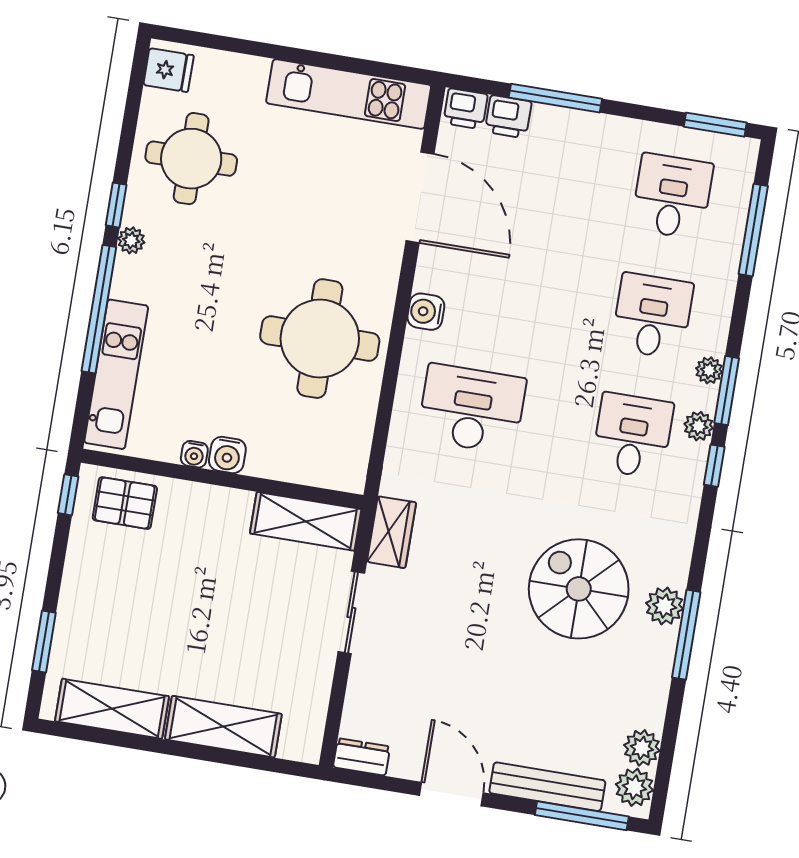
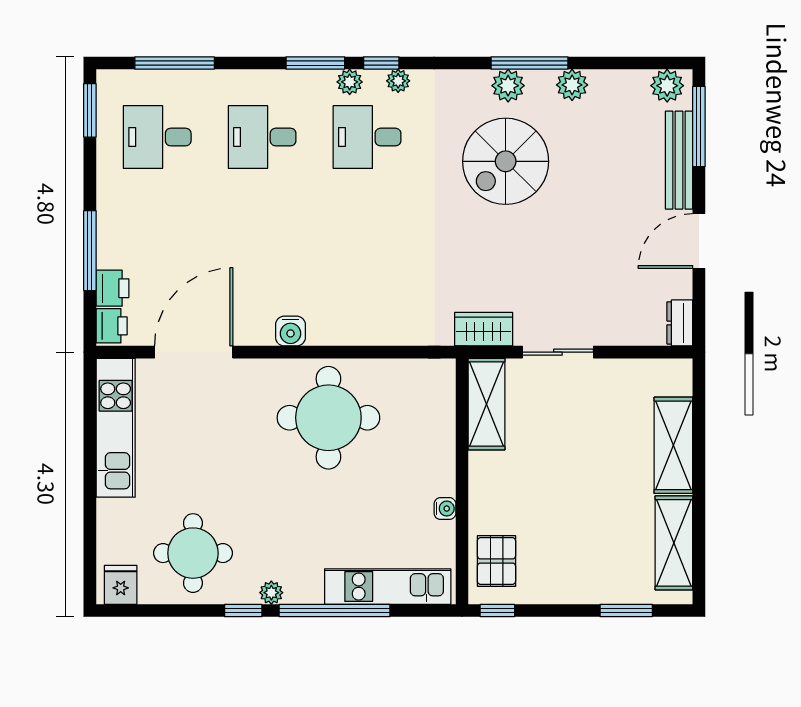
plant: (709, 370) -> (398, 81), moved
desk: (472, 409) -> (367, 278), removed
water cooler: (227, 455) -> (441, 480), removed
plant: (642, 748) -> (572, 85), moved

